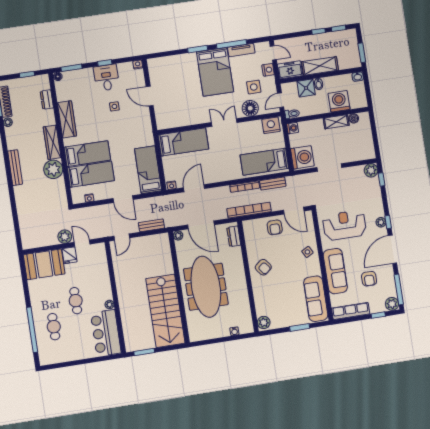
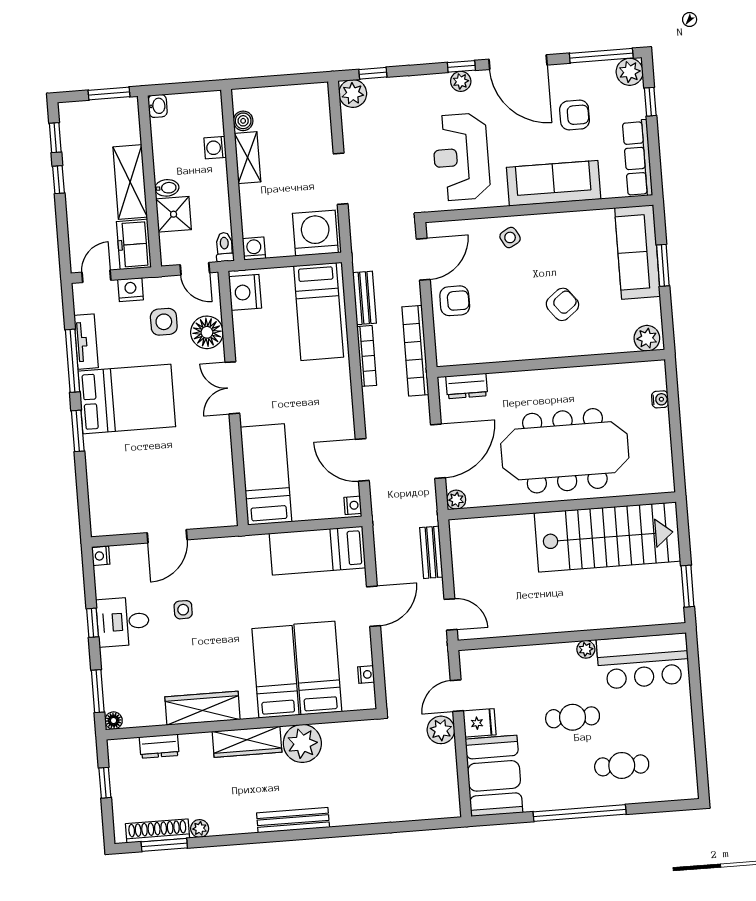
washing machine: (339, 101) -> (215, 148), width x0.53, depth x0.53
armchair: (263, 267) -> (562, 304), moved
sofa: (316, 299) -> (638, 252), moved, turned 90
window: (32, 330) -> (580, 813), moved

